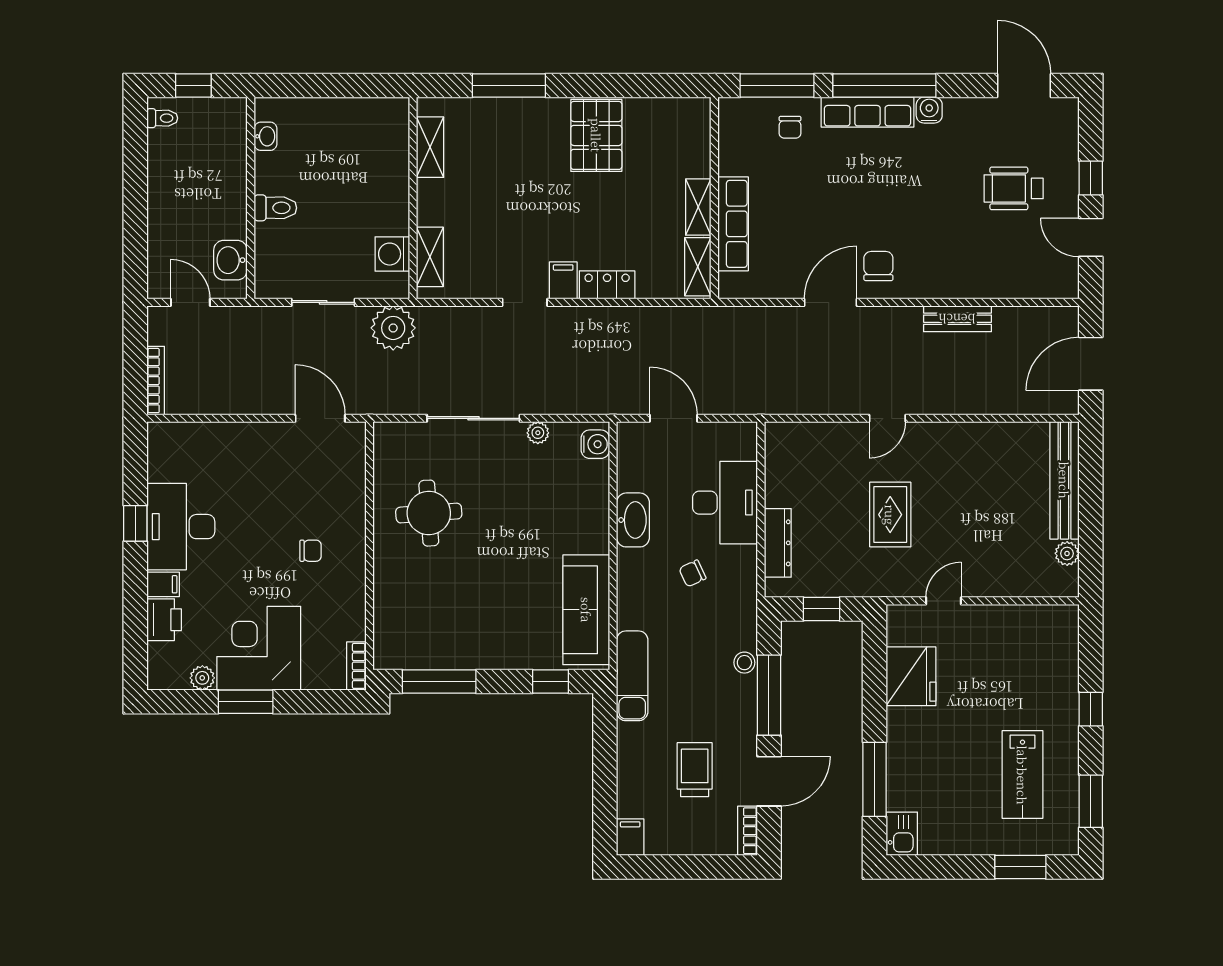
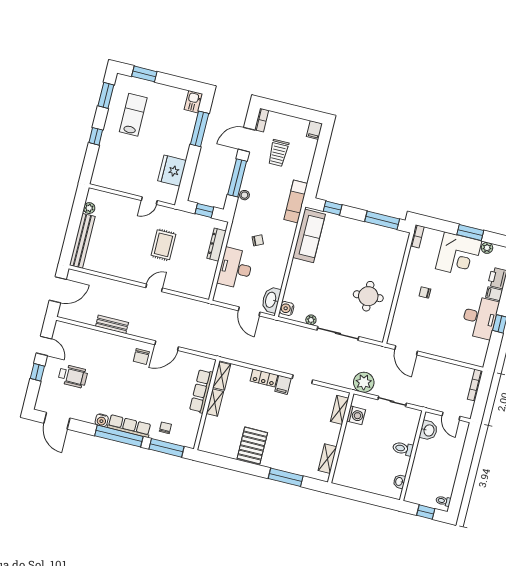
washbasin: (633, 520) -> (271, 300), moved

